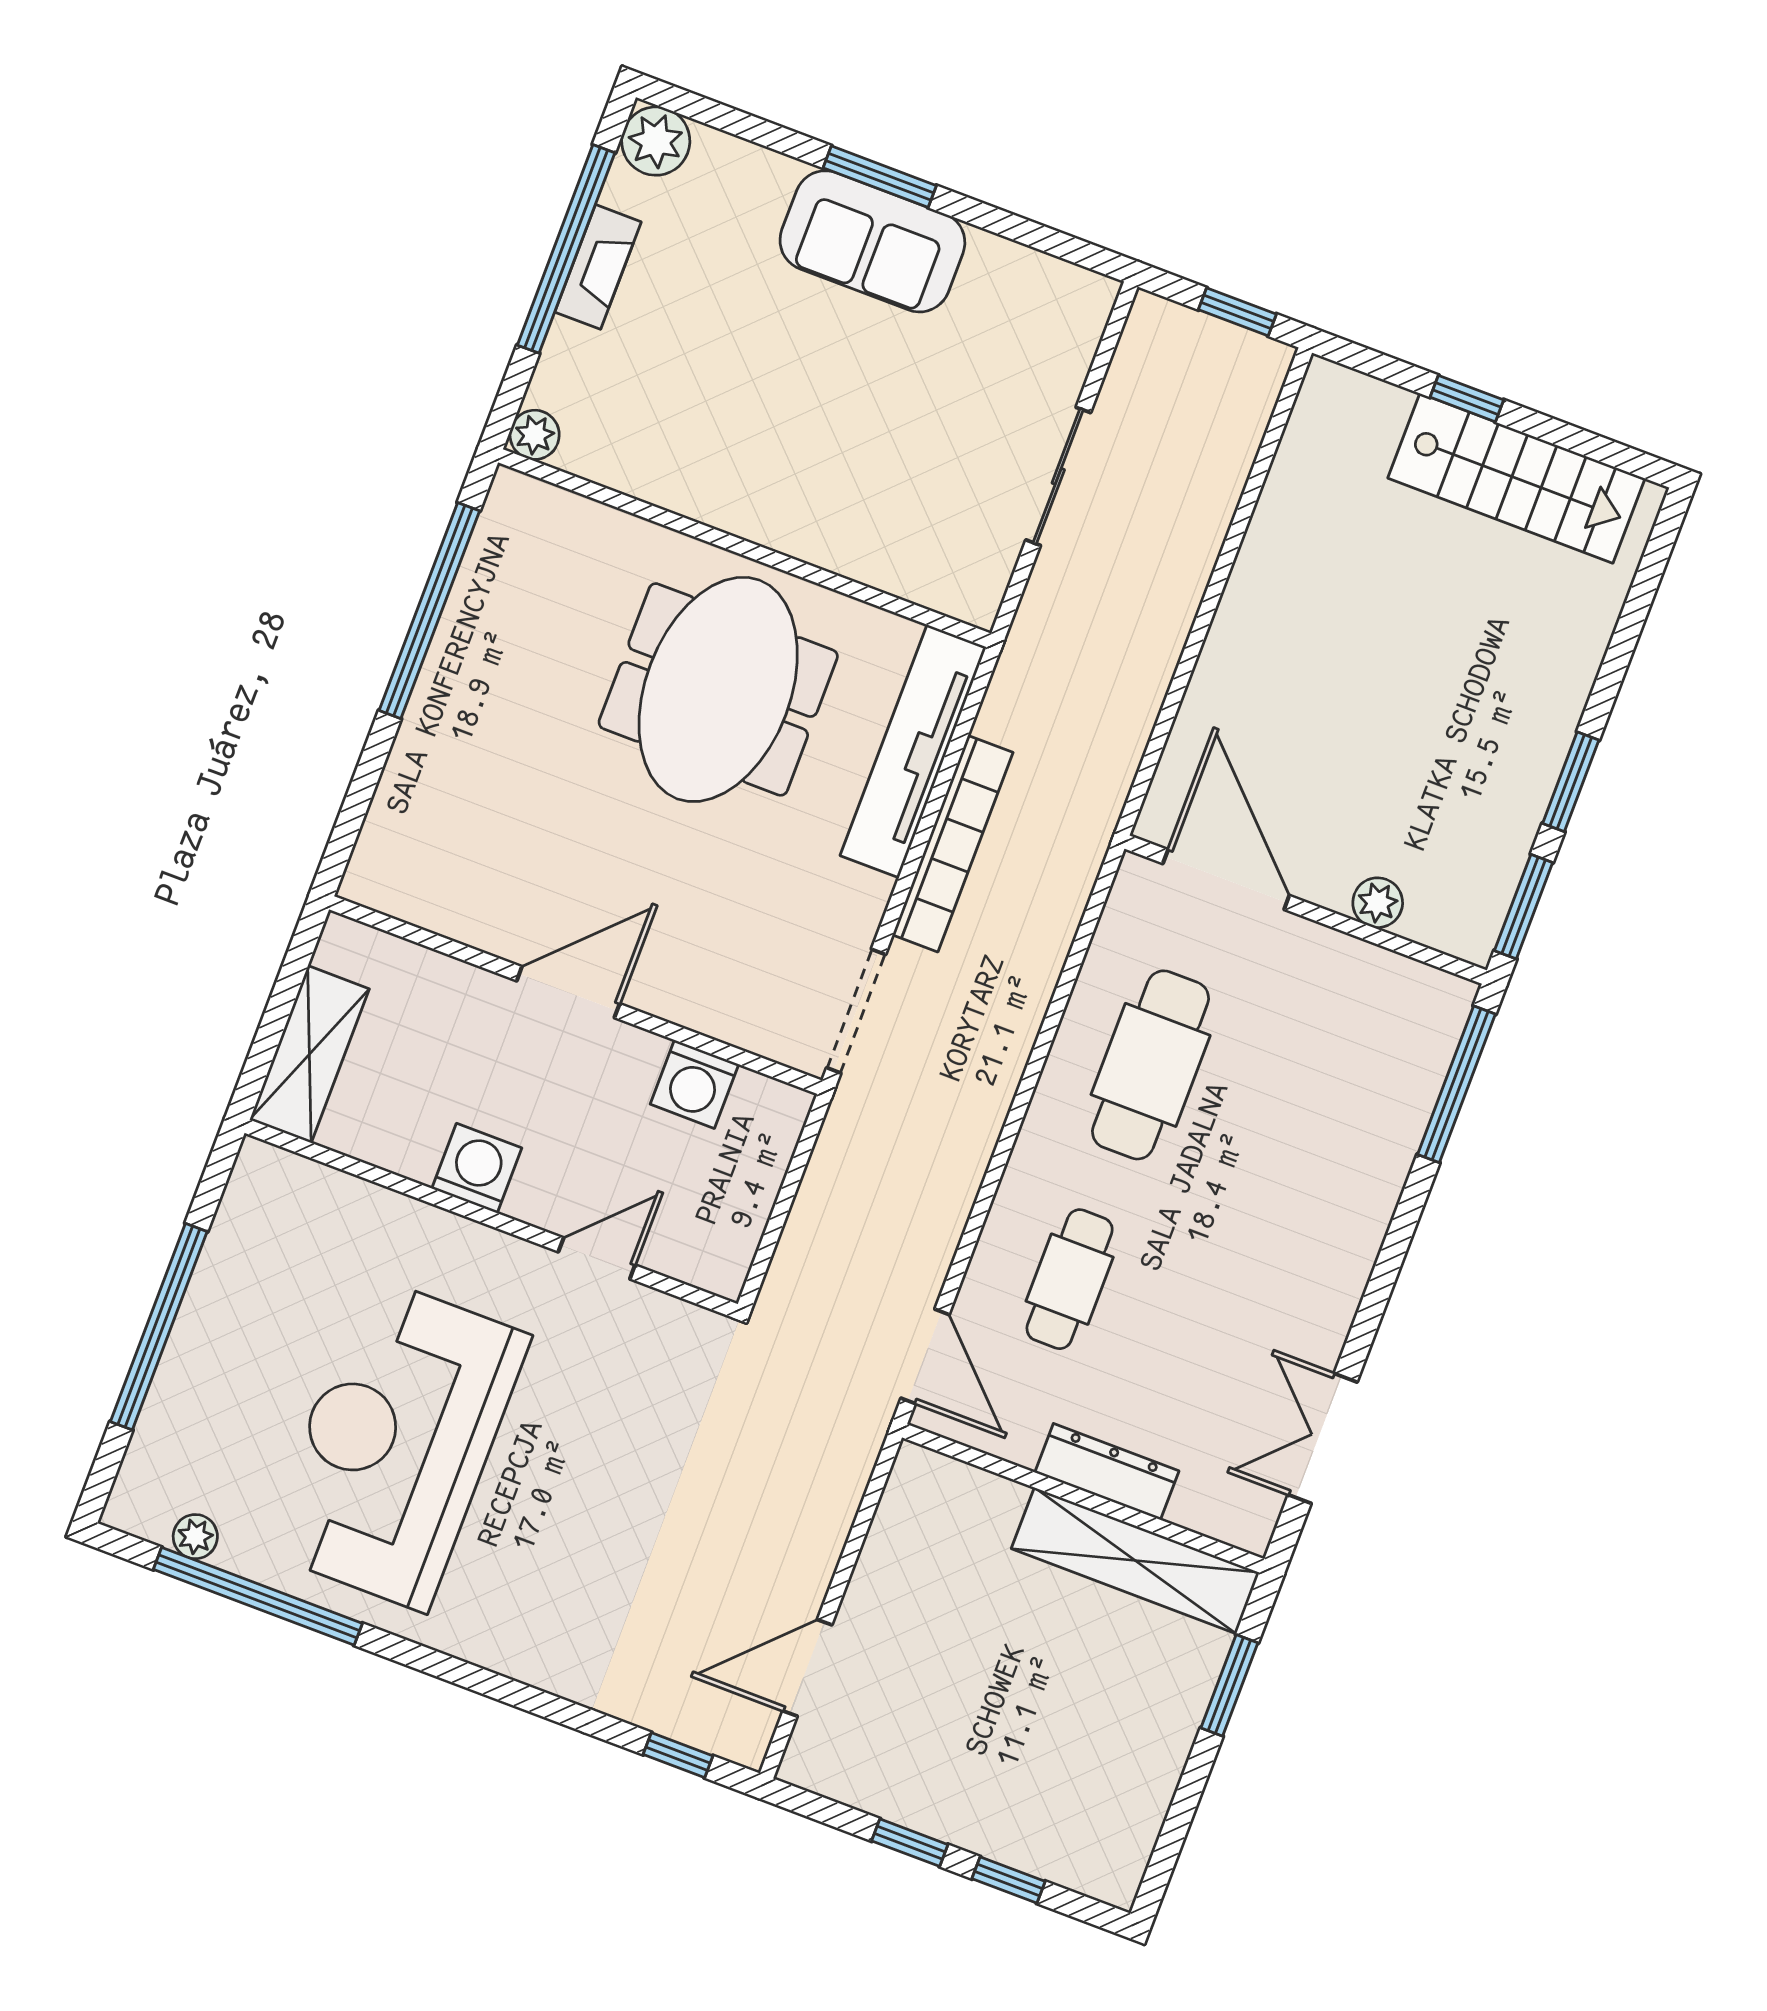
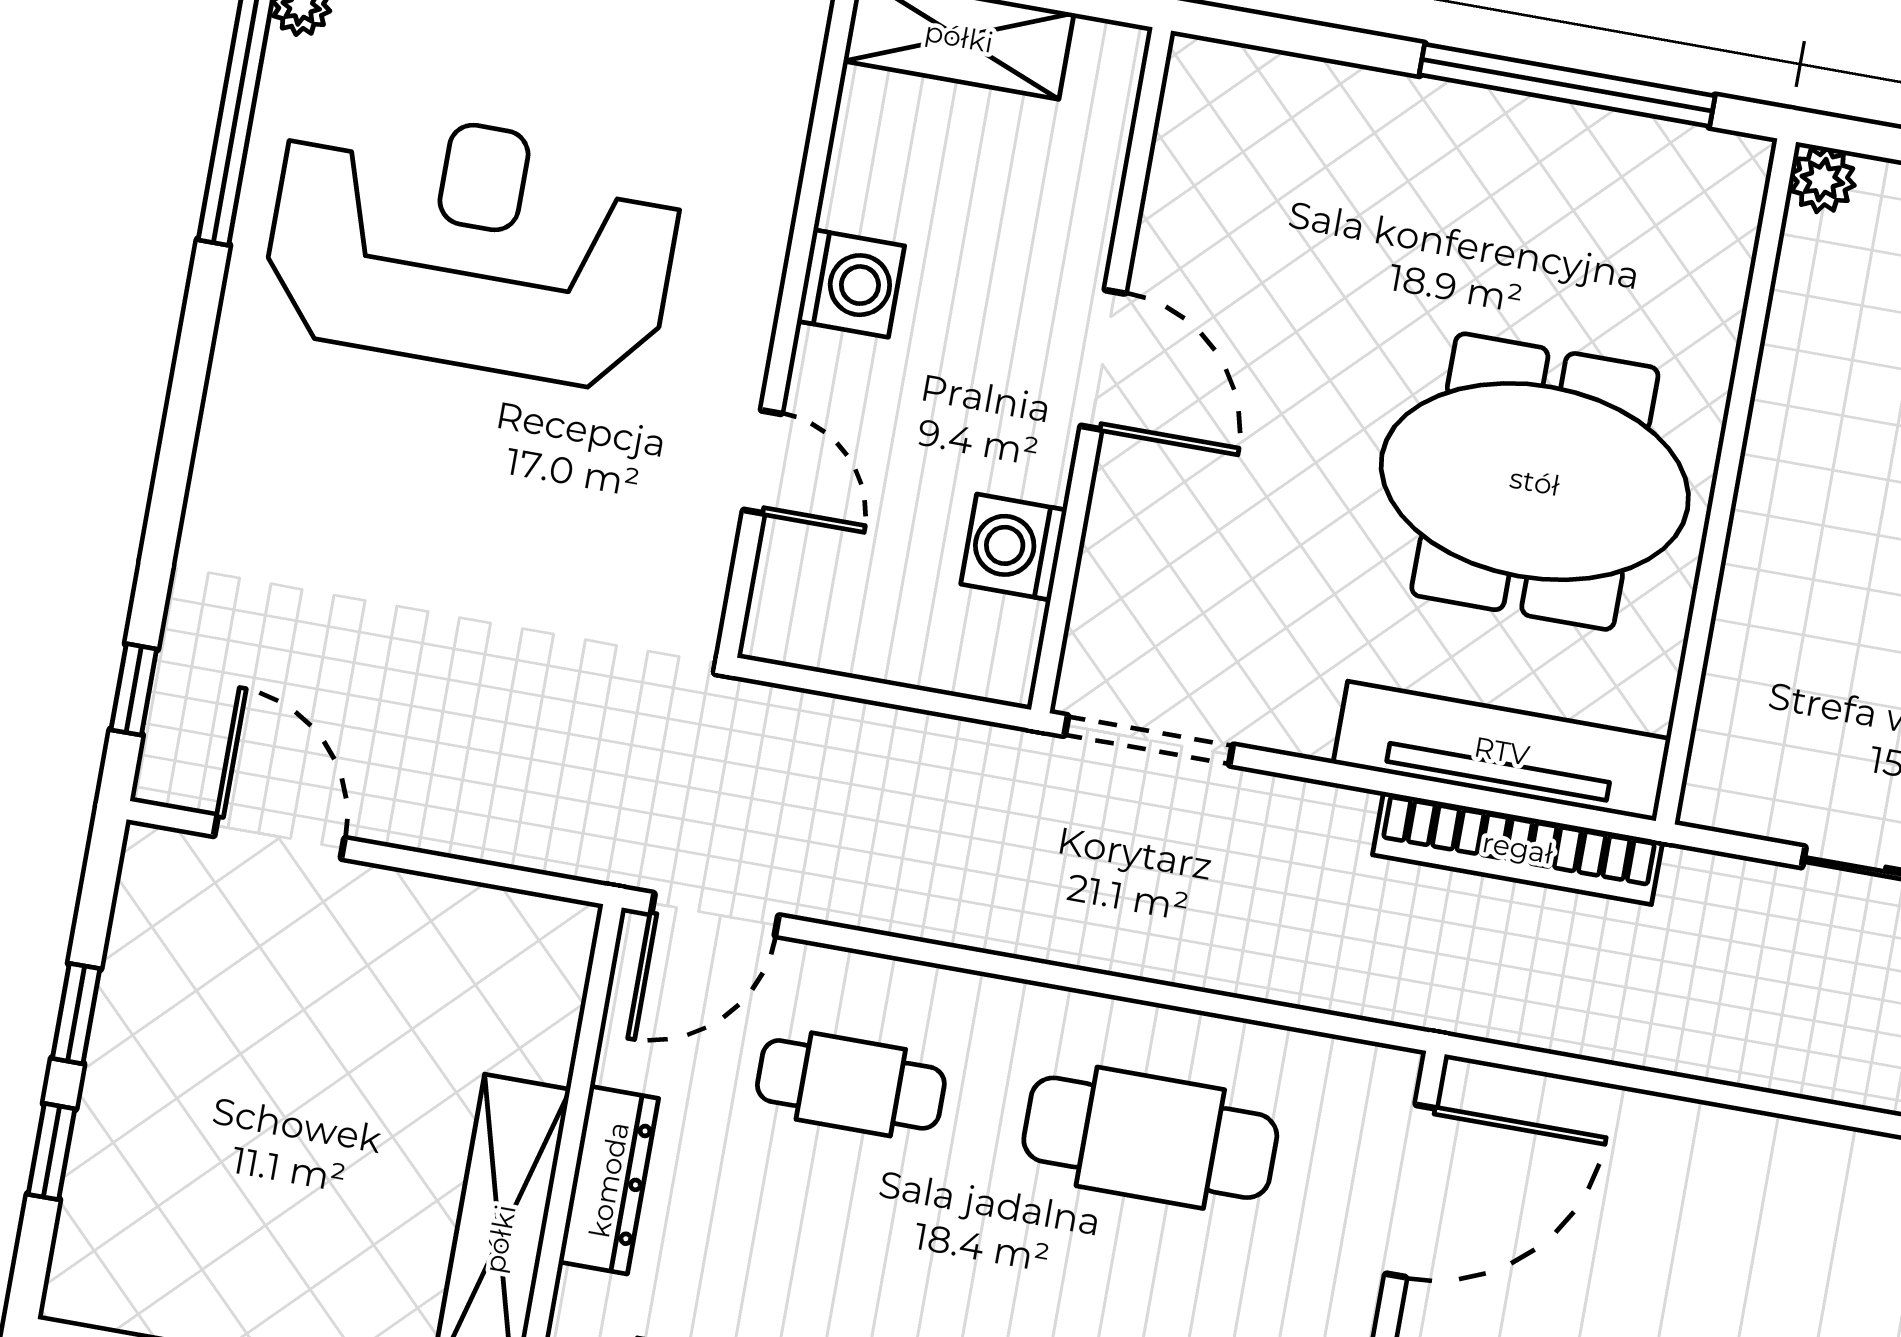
bookcase: (953, 844) -> (1518, 848), moved

